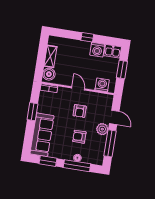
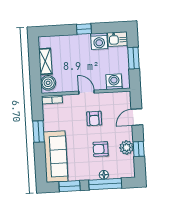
door: (114, 117) -> (137, 117), swing flipped
plant: (102, 129) -> (127, 148), moved
window: (110, 143) -> (139, 149), width x0.46

